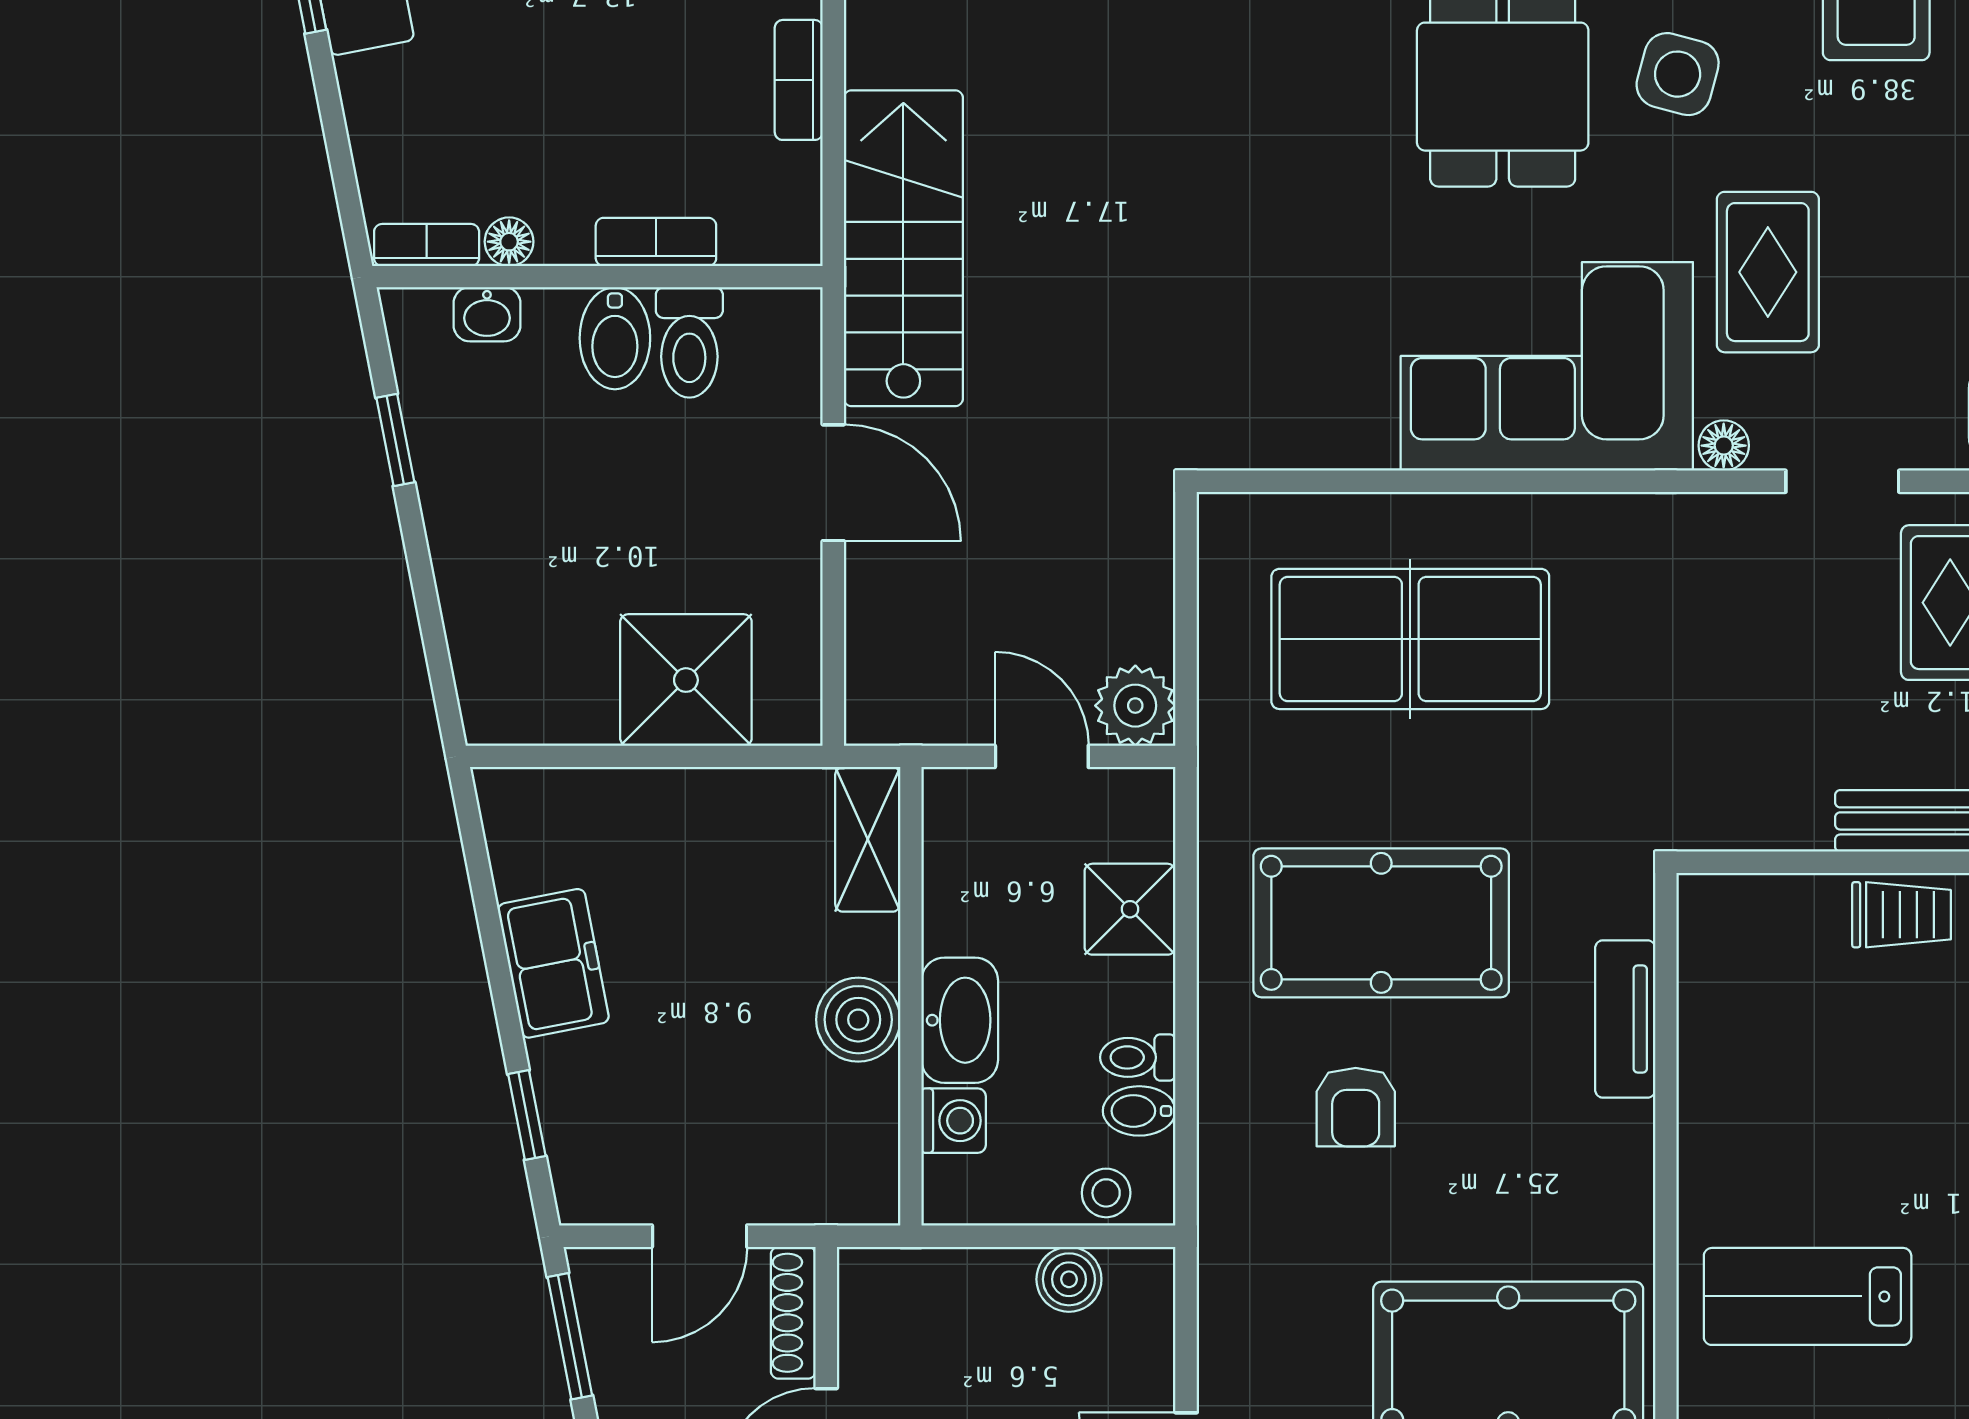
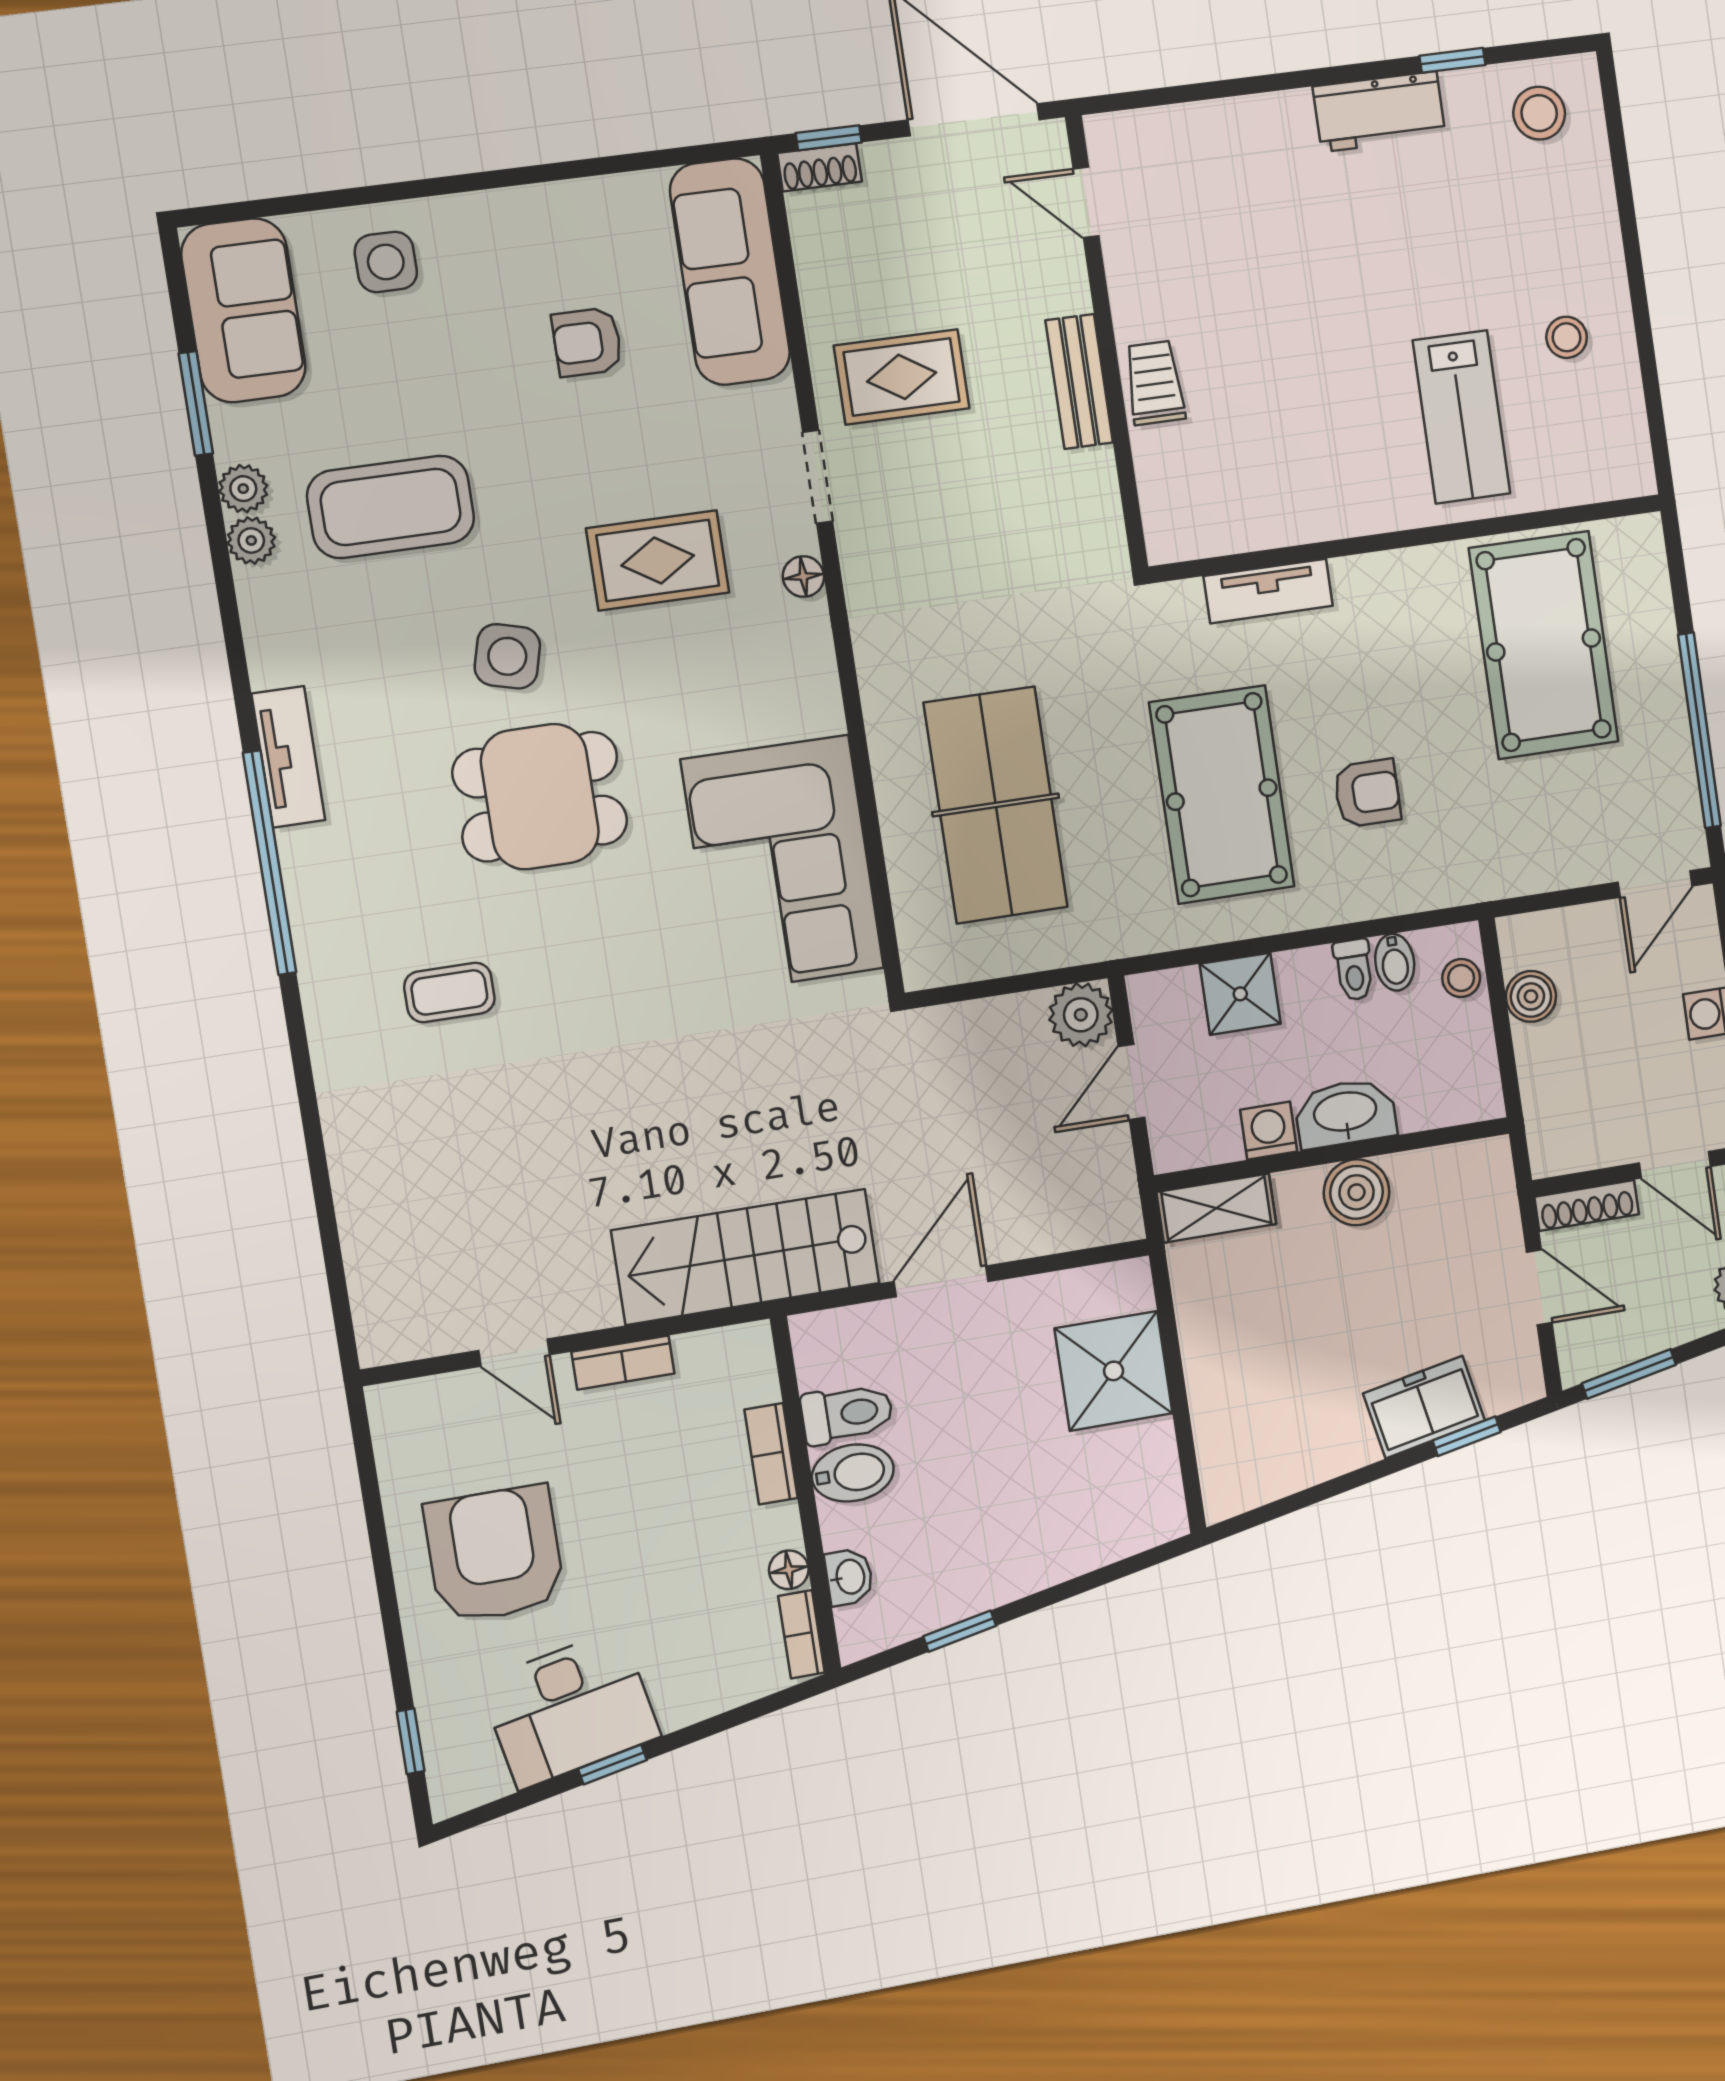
corner sofa: (1547, 366) -> (782, 864), moved
freezer: (553, 963) -> (1424, 1407), moved
washing machine: (954, 1121) -> (1269, 1131), moved

